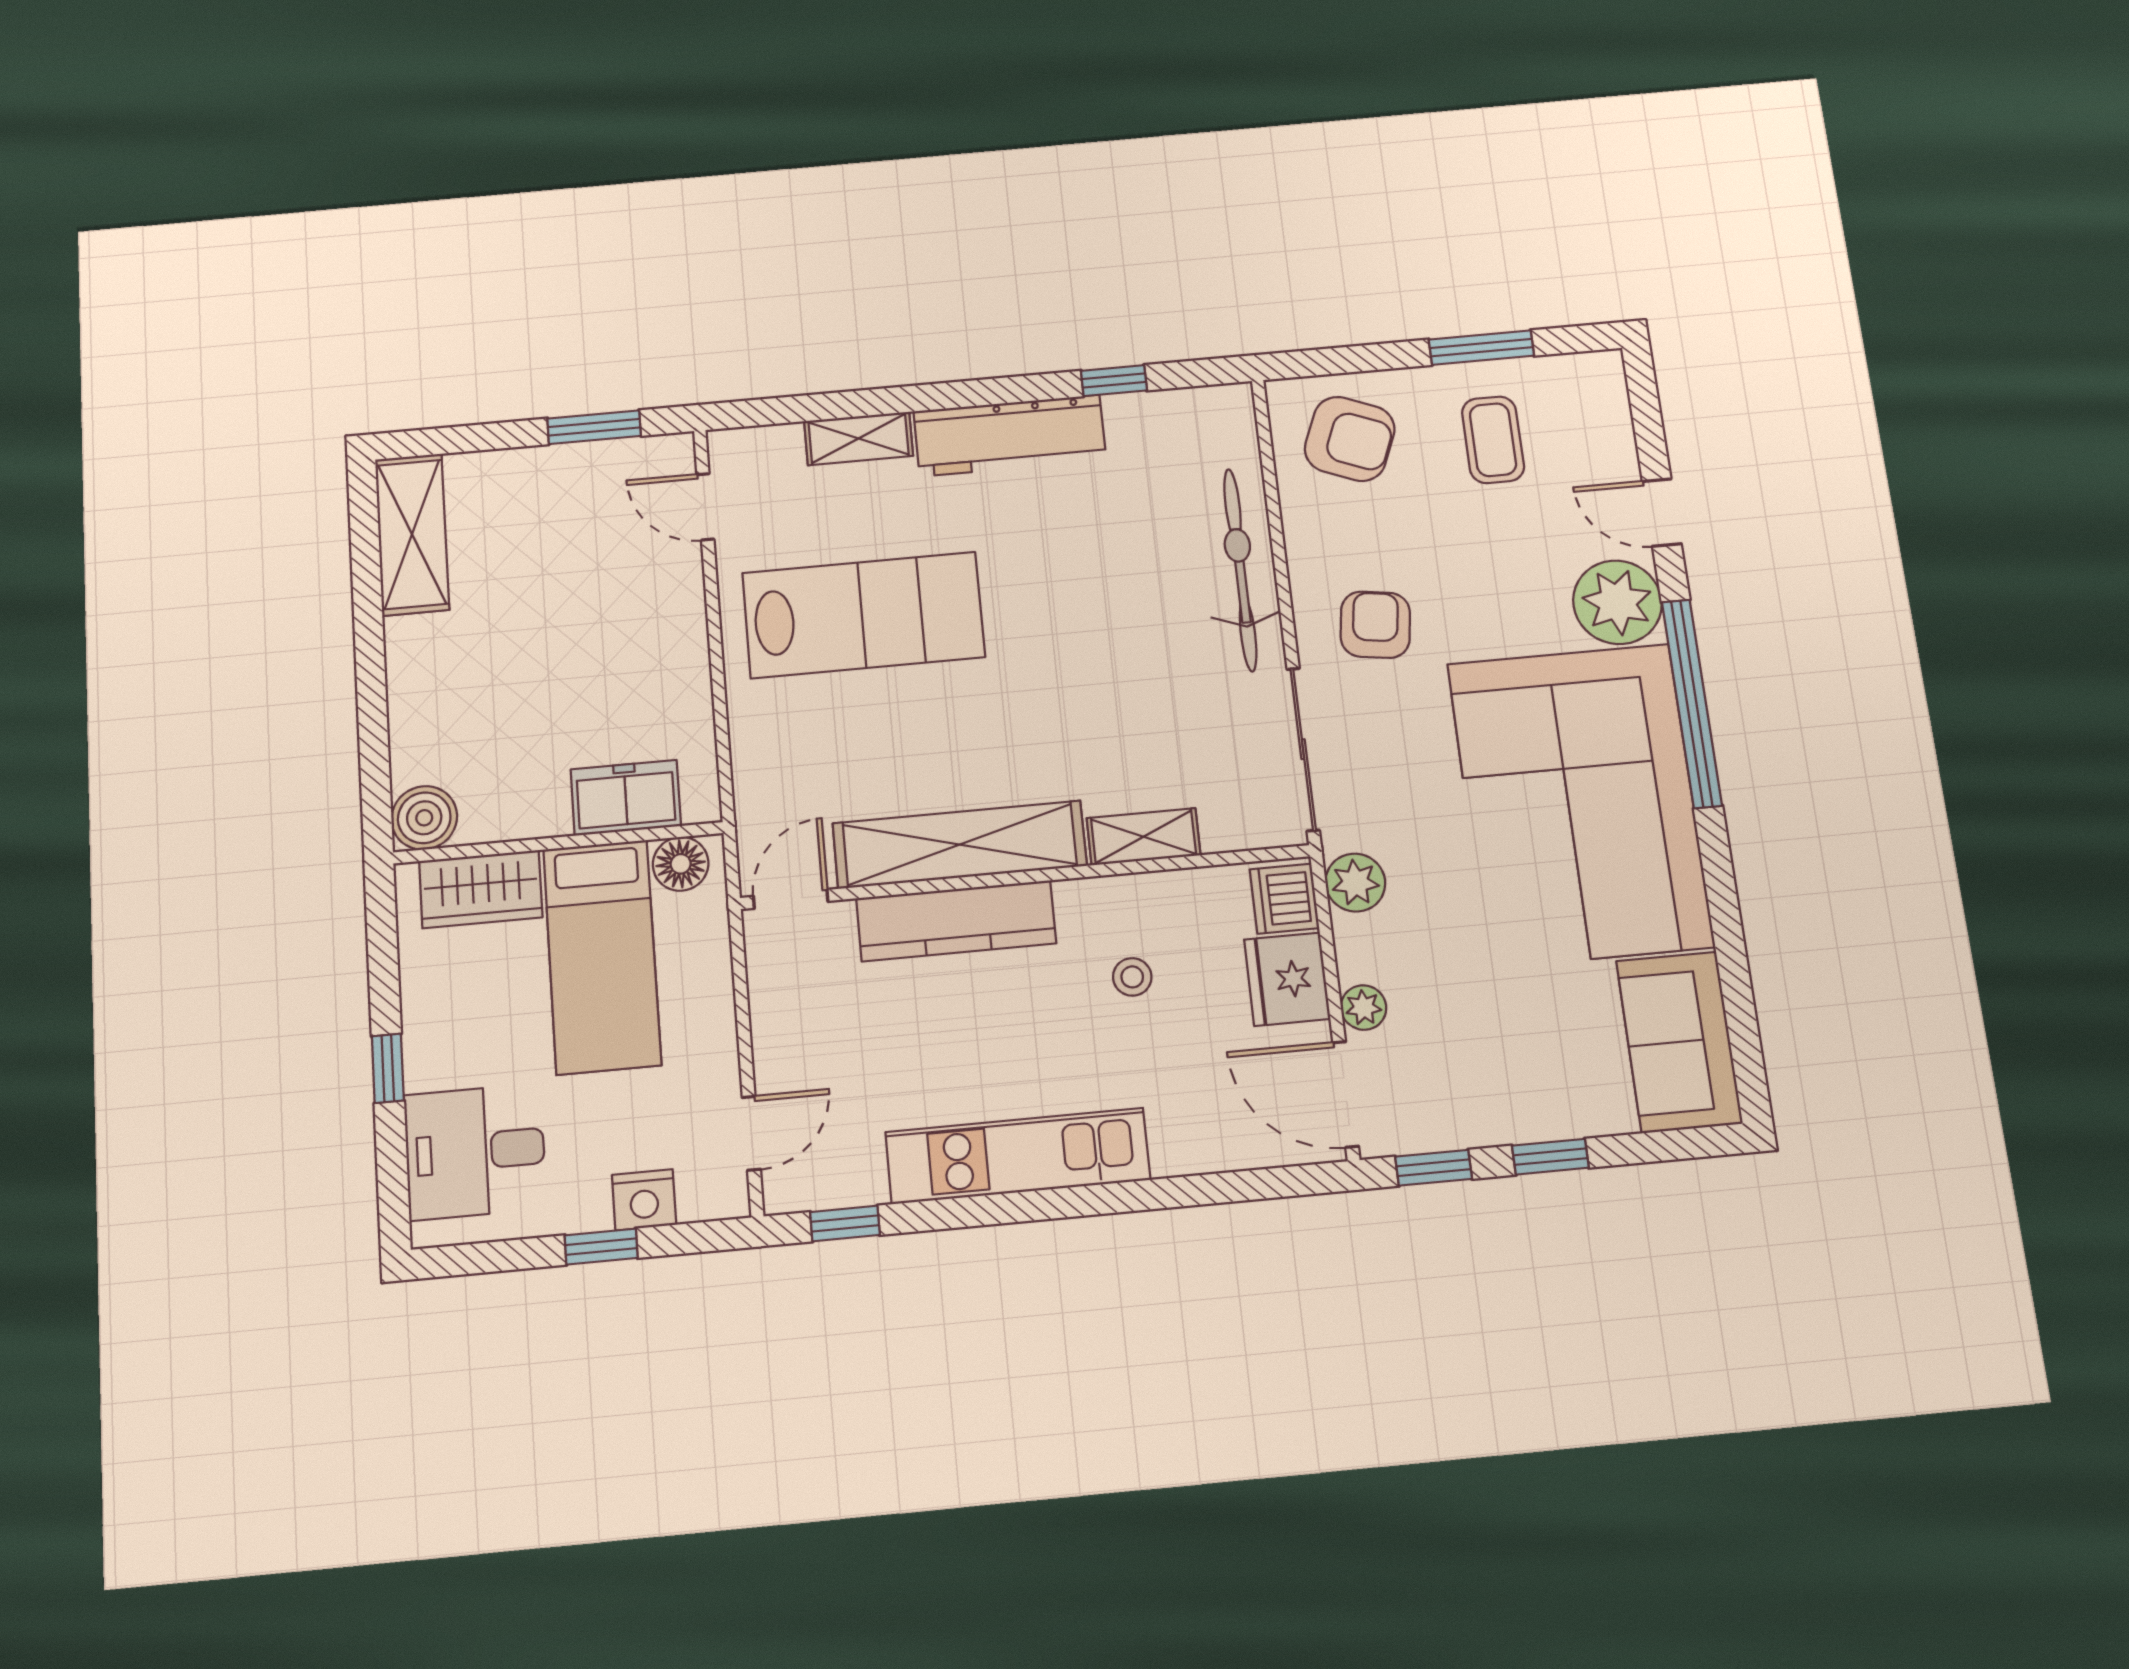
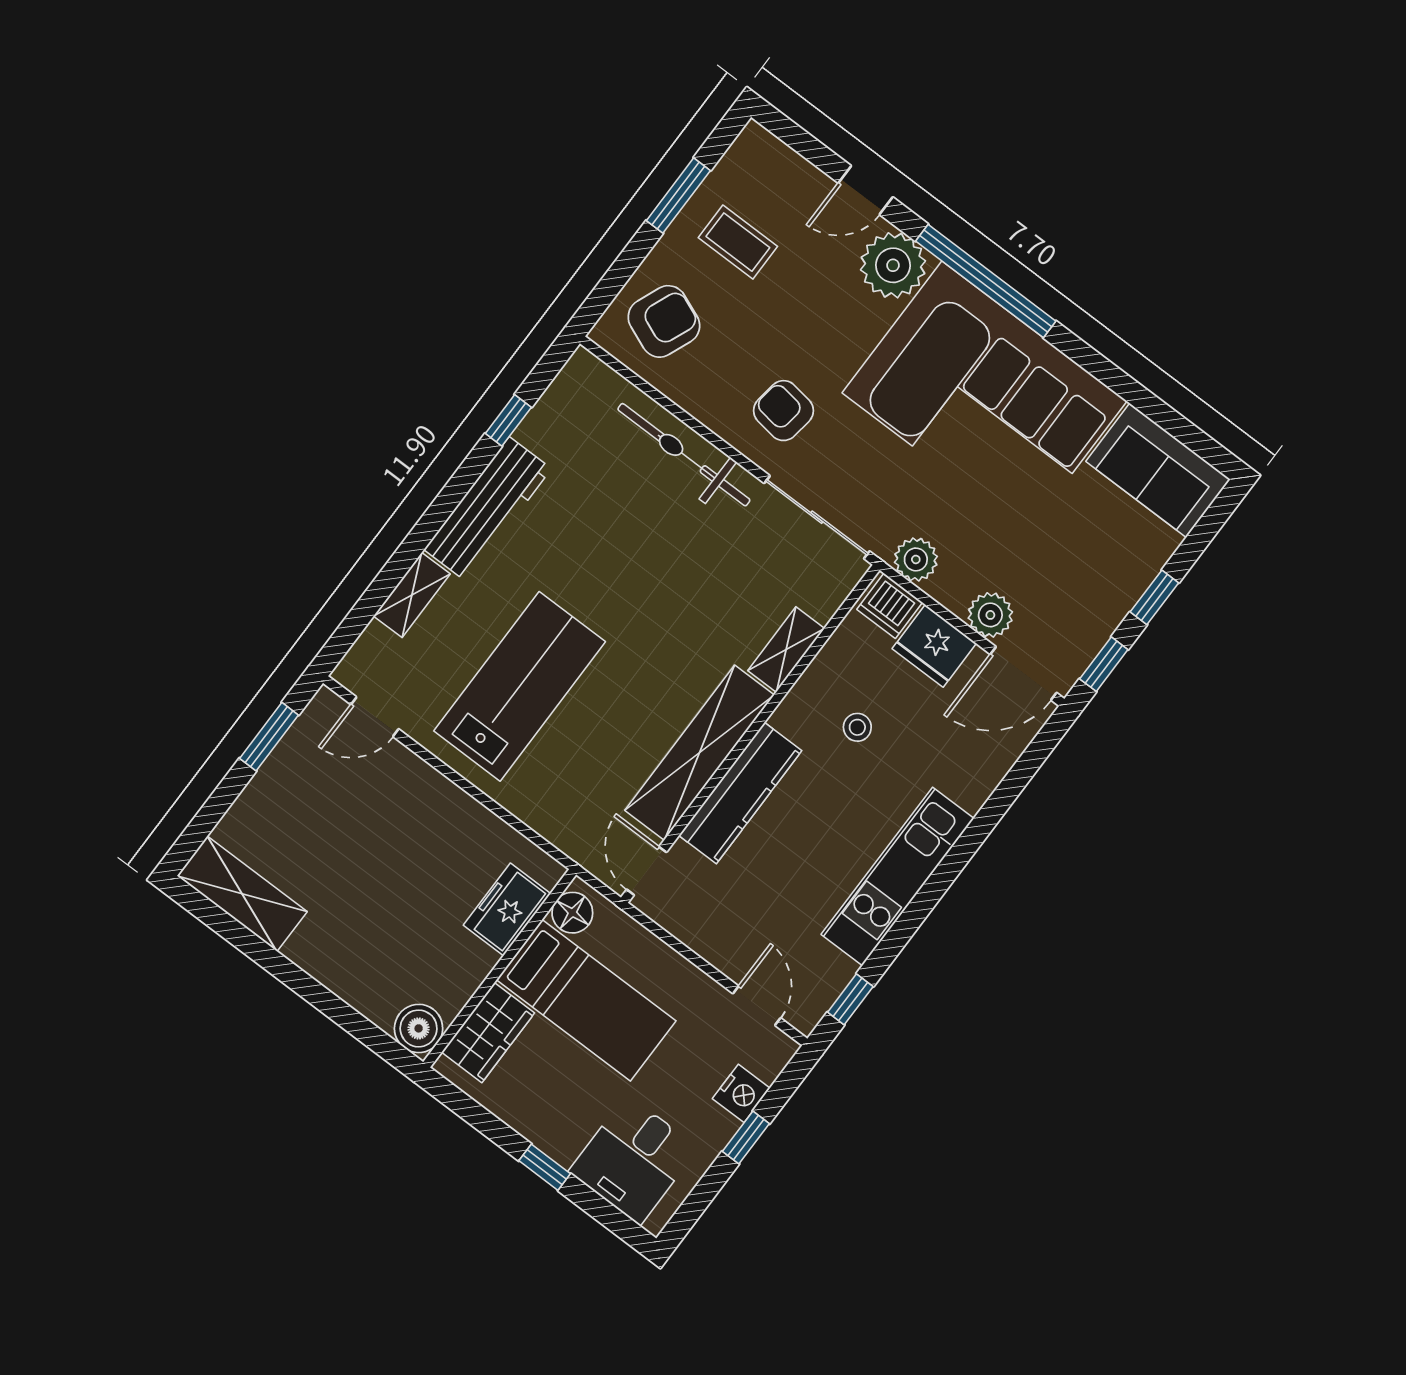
plant: (1364, 1008) -> (990, 615), width x1.38, depth x1.38

